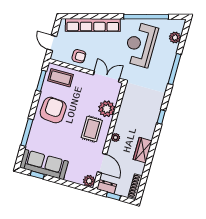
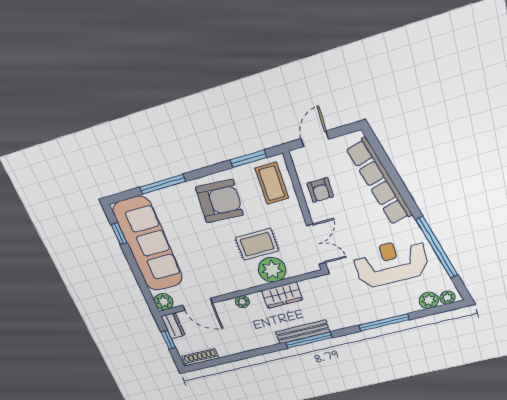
plant: (179, 27) -> (447, 298), added
bench: (154, 117) -> (303, 332), added
window: (161, 117) -> (309, 340), width x2.17
rug: (92, 129) -> (257, 244), moved
wardrobe: (143, 150) -> (282, 295), moved, turned 180
door: (102, 163) -> (198, 304), hinge flipped
sofa: (44, 164) -> (148, 245), width x1.36, depth x1.27

